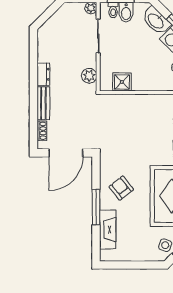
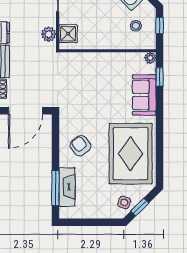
shower: (122, 82) -> (68, 34), moved
window: (96, 207) -> (55, 188), moved

